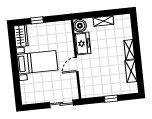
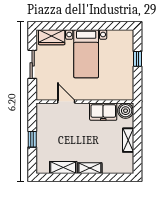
wardrobe: (21, 36) -> (52, 37), moved
door: (77, 64) -> (66, 102), moved
sliding door: (61, 104) -> (32, 64), moved

